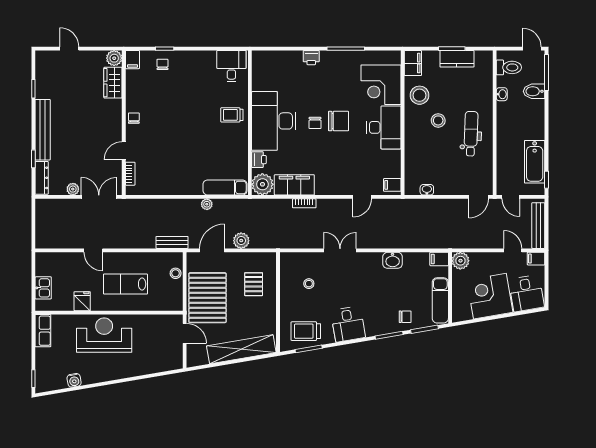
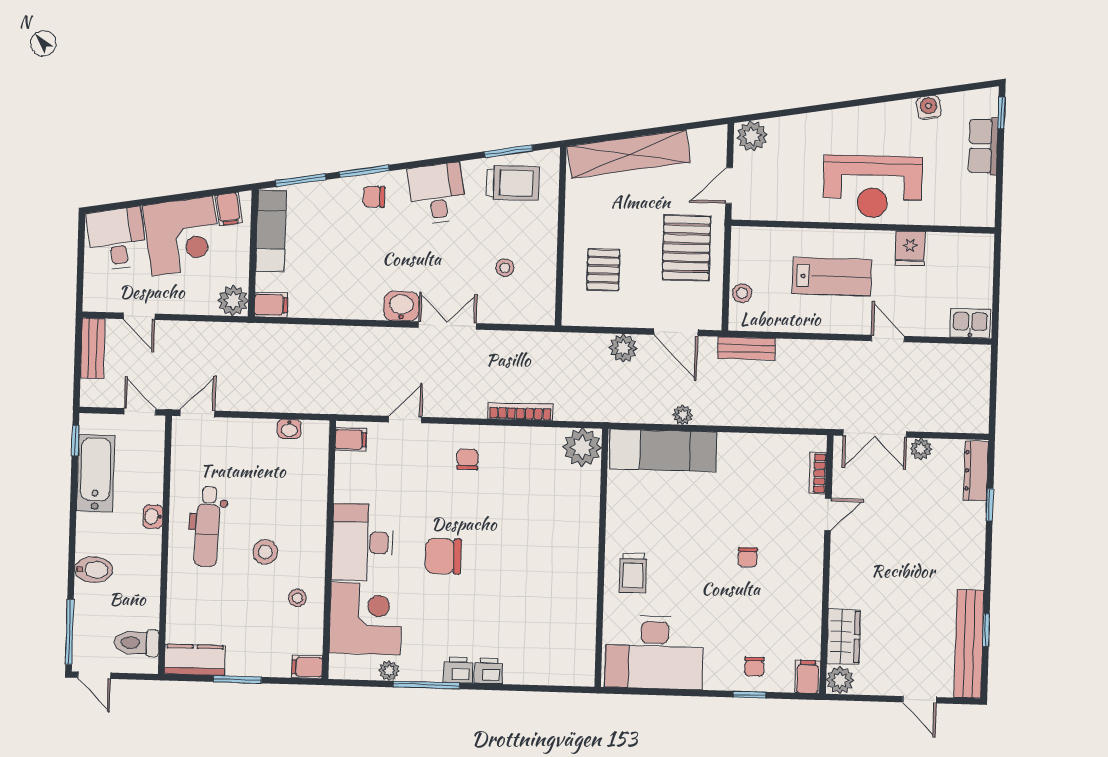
plant: (367, 56) -> (389, 671), added
kitchen counter: (457, 59) -> (195, 660), moved
filing cabinet: (413, 63) -> (307, 667), width x0.50
desk: (231, 66) -> (654, 652), width x1.87, depth x1.30
bidet: (534, 91) -> (94, 570), moved
washbasin: (502, 94) -> (153, 517), moved
stool: (419, 95) -> (297, 598), width x0.53, depth x0.53
trolley: (232, 115) -> (633, 573), turned 90
chair: (134, 118) -> (748, 557), moved
desk: (274, 121) -> (559, 560), removed
chair: (315, 123) -> (468, 459), moved
bench: (43, 130) -> (969, 644), moved
printer: (259, 160) -> (458, 670), moved, turned 90
filing cabinet: (294, 185) -> (525, 445), removed
exam couch: (225, 187) -> (663, 450), width x1.36, depth x1.45
bookcase: (304, 203) -> (520, 412), width x1.56
bench: (538, 226) -> (93, 348), width x0.73
door: (212, 250) -> (676, 332), hinge flipped
double door: (340, 250) -> (447, 325), swing flipped
filing cabinet: (536, 259) -> (228, 209), moved, turned 80
washbasin: (393, 260) -> (401, 306), moved
kitchen sink: (43, 288) -> (970, 323), moved, turned 90
pallet: (207, 298) -> (686, 248), width x0.73, depth x0.71
chair: (405, 317) -> (374, 197), moved
row of seats: (43, 331) -> (983, 146), moved
door: (185, 333) -> (729, 186), hinge flipped
plant: (173, 361) -> (752, 136), added

